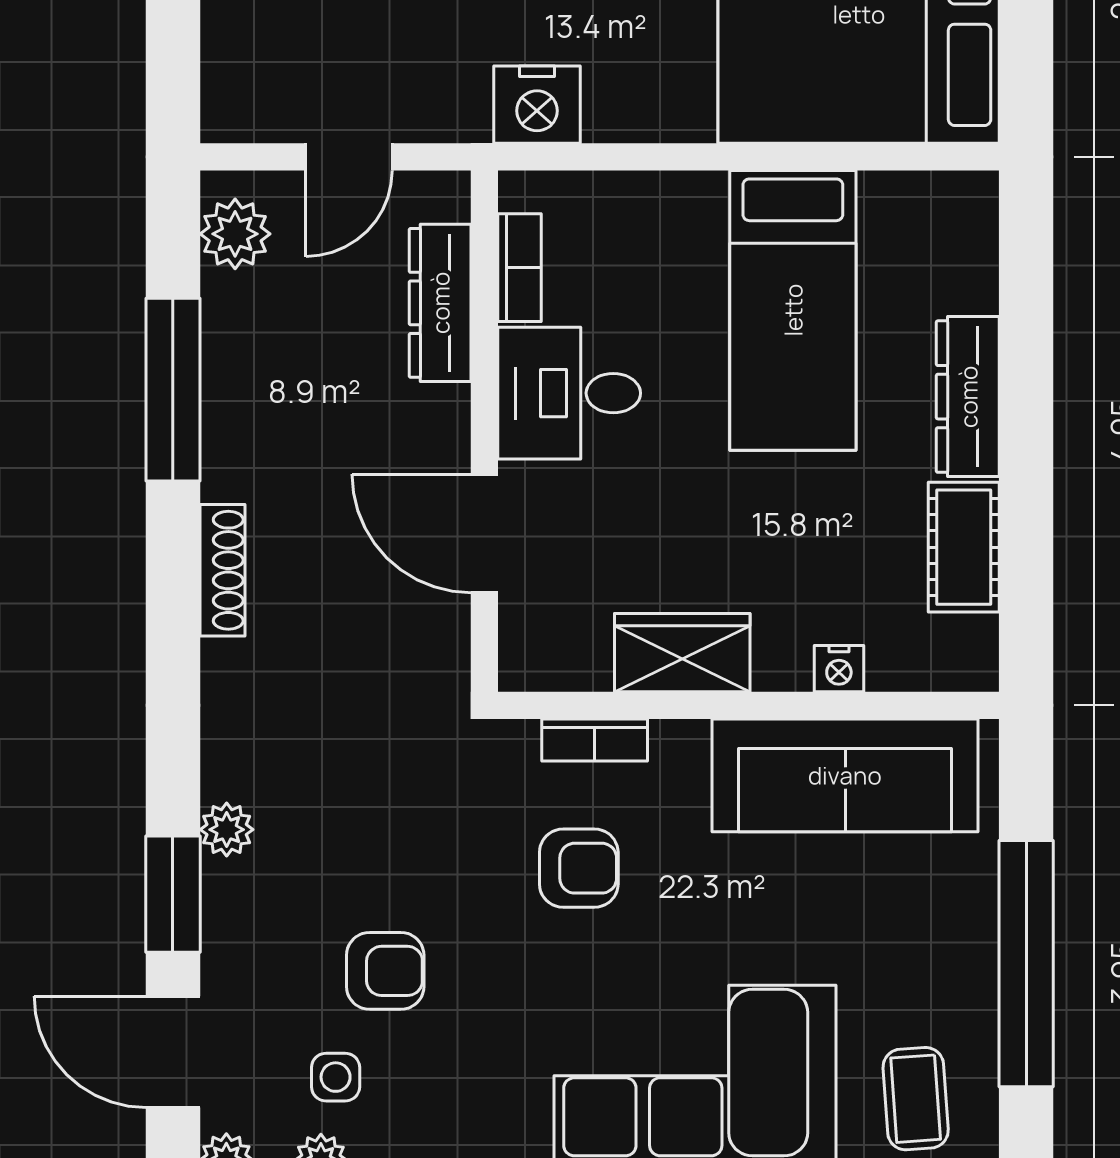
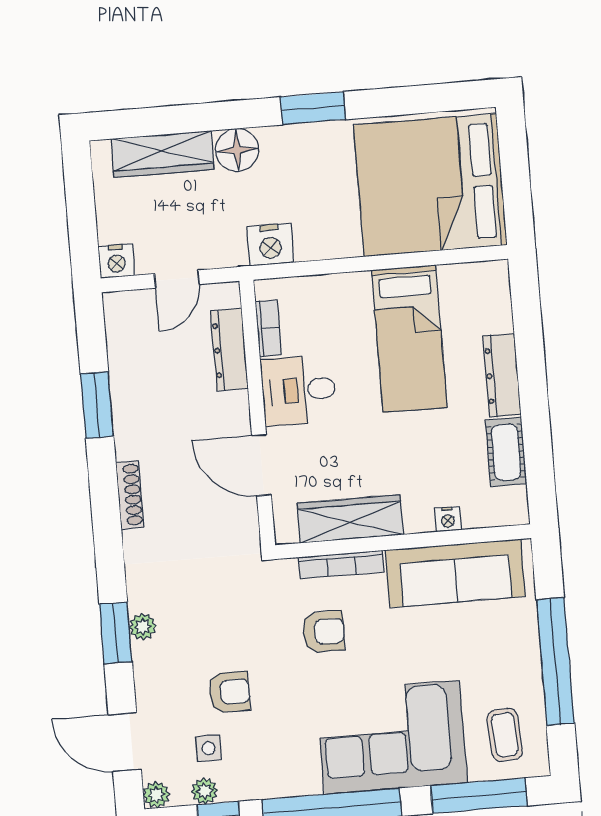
nightstand: (234, 112) -> (117, 261), added
plant: (235, 234) -> (122, 323), removed
window: (173, 390) -> (97, 405), width x0.69
wardrobe: (682, 653) -> (350, 519), width x1.50
bookcase: (595, 740) -> (341, 564), width x1.56
window: (173, 894) -> (116, 633), moved

